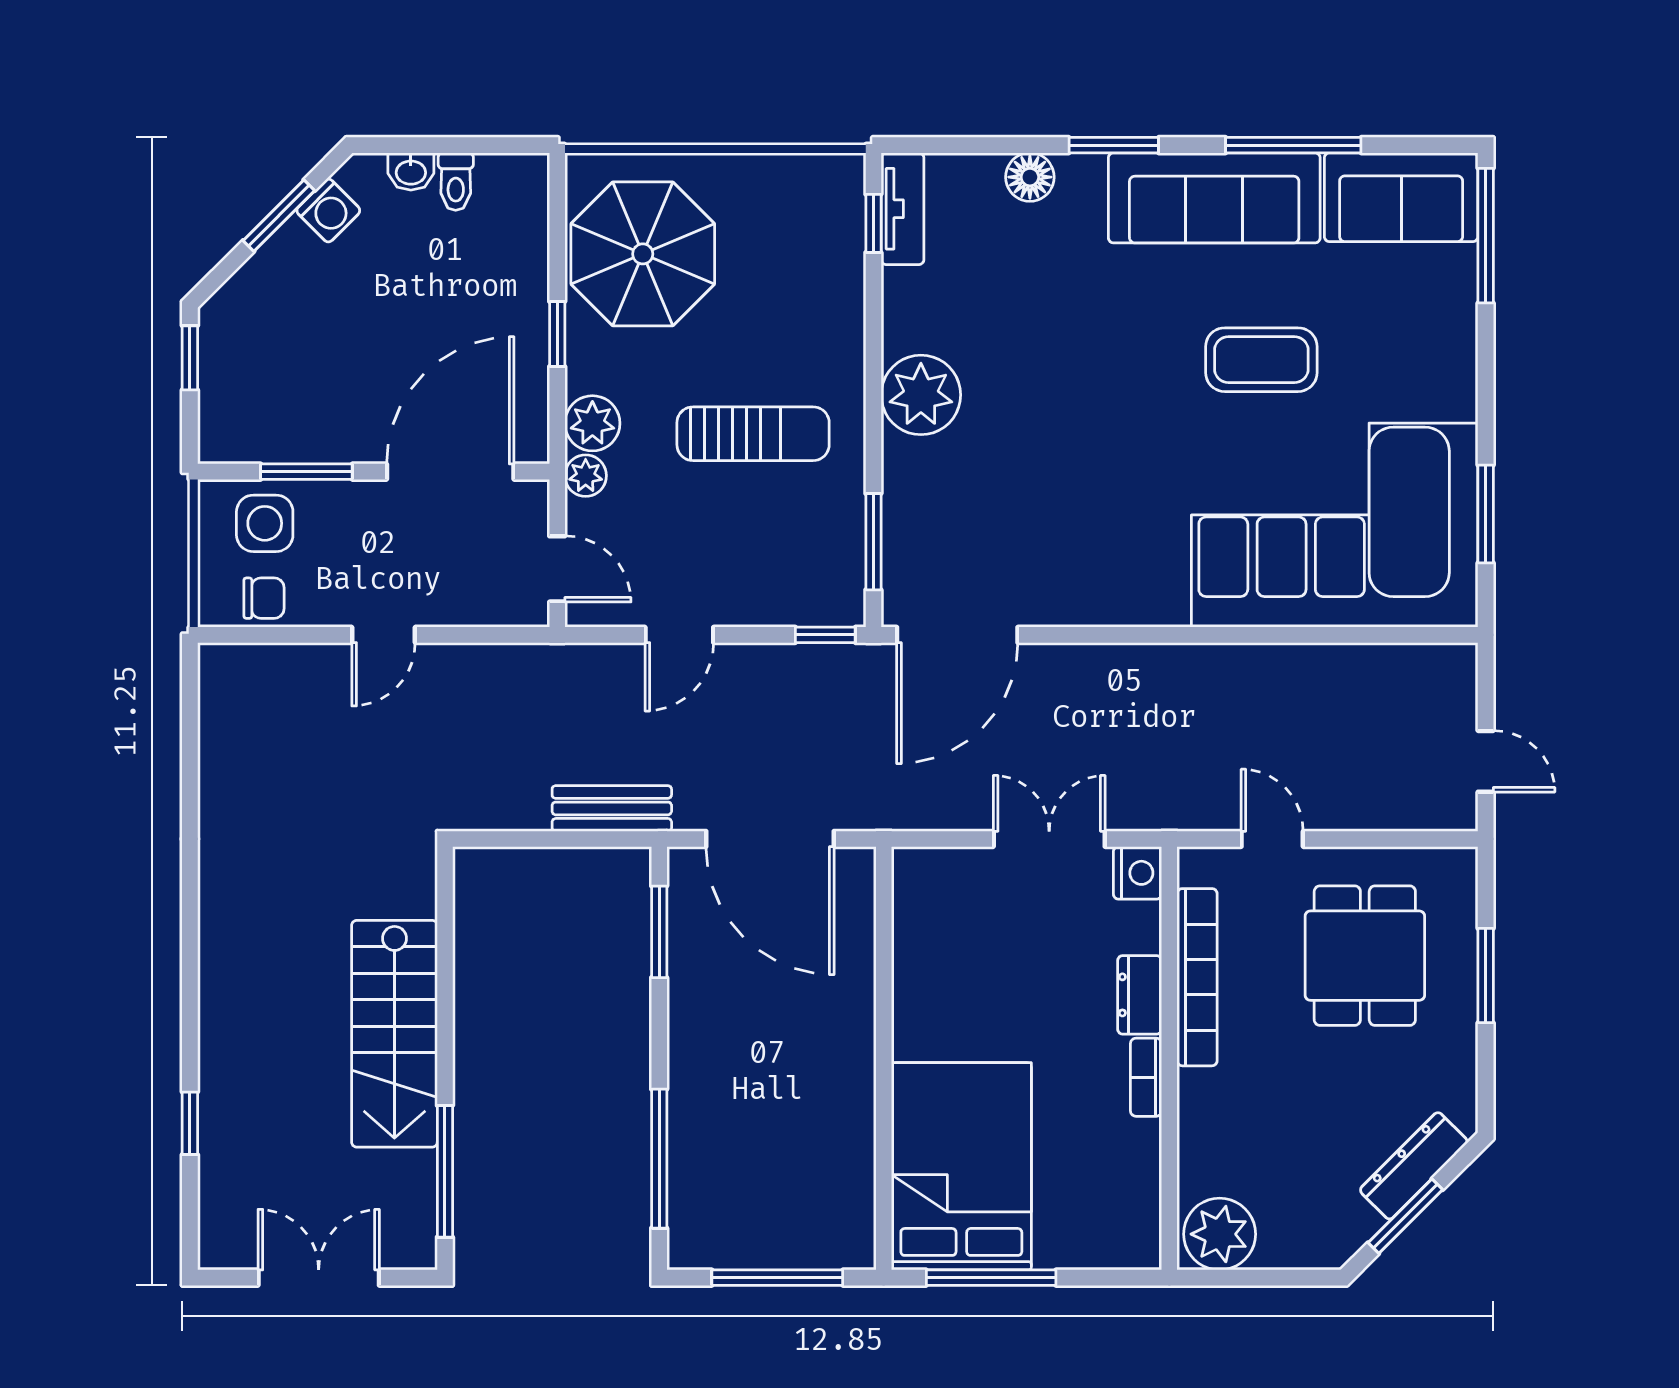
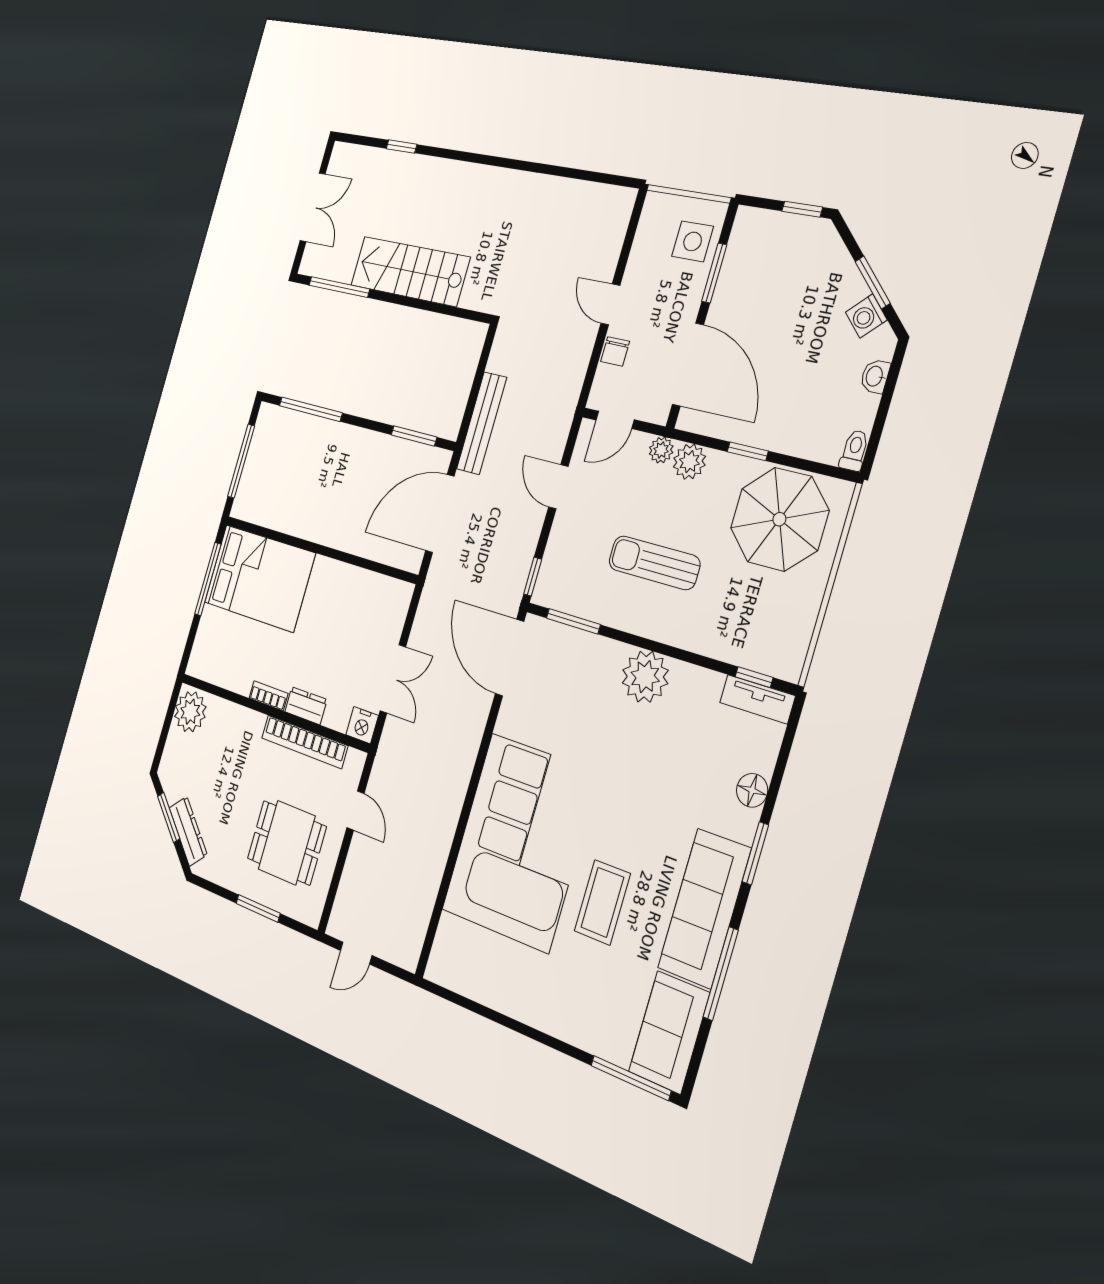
toilet: (456, 182) -> (854, 450), moved, turned 90
sun lounger: (753, 434) -> (654, 563), turned 90
window: (1486, 514) -> (479, 1009), removed
corner sofa: (1335, 525) -> (520, 842), moved
chair: (264, 598) -> (615, 351), moved
bench: (612, 808) -> (482, 423), width x1.36
door: (1272, 839) -> (355, 811), hinge flipped

